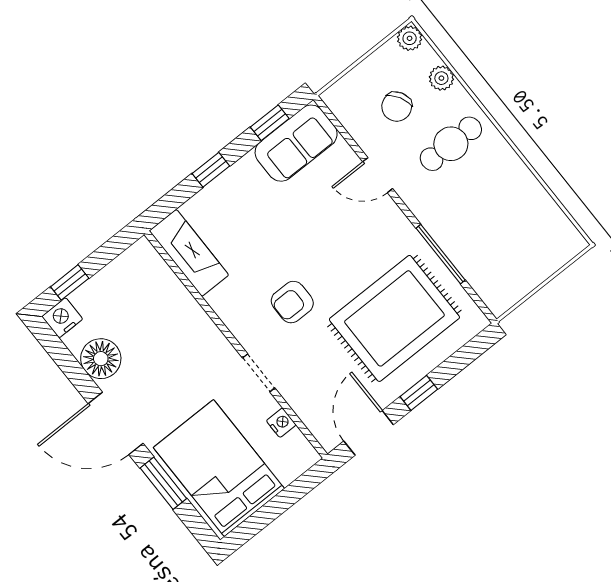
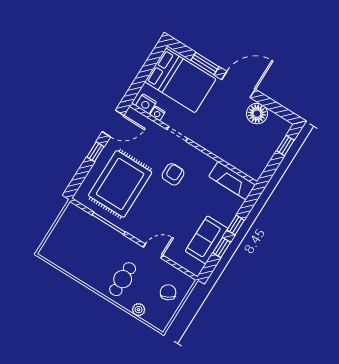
plant: (410, 38) -> (161, 324), removed
chair: (397, 107) -> (168, 292), moved
window: (270, 123) -> (222, 247), moved
sofa: (296, 143) -> (207, 240), moved
nightstand: (62, 318) -> (146, 104), moved, turned 90
door: (369, 433) -> (113, 123), hinge flipped

